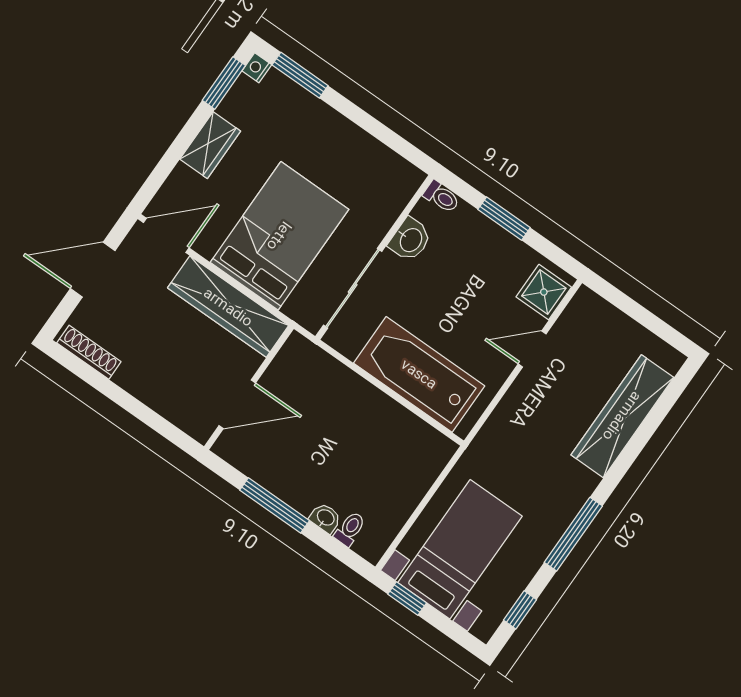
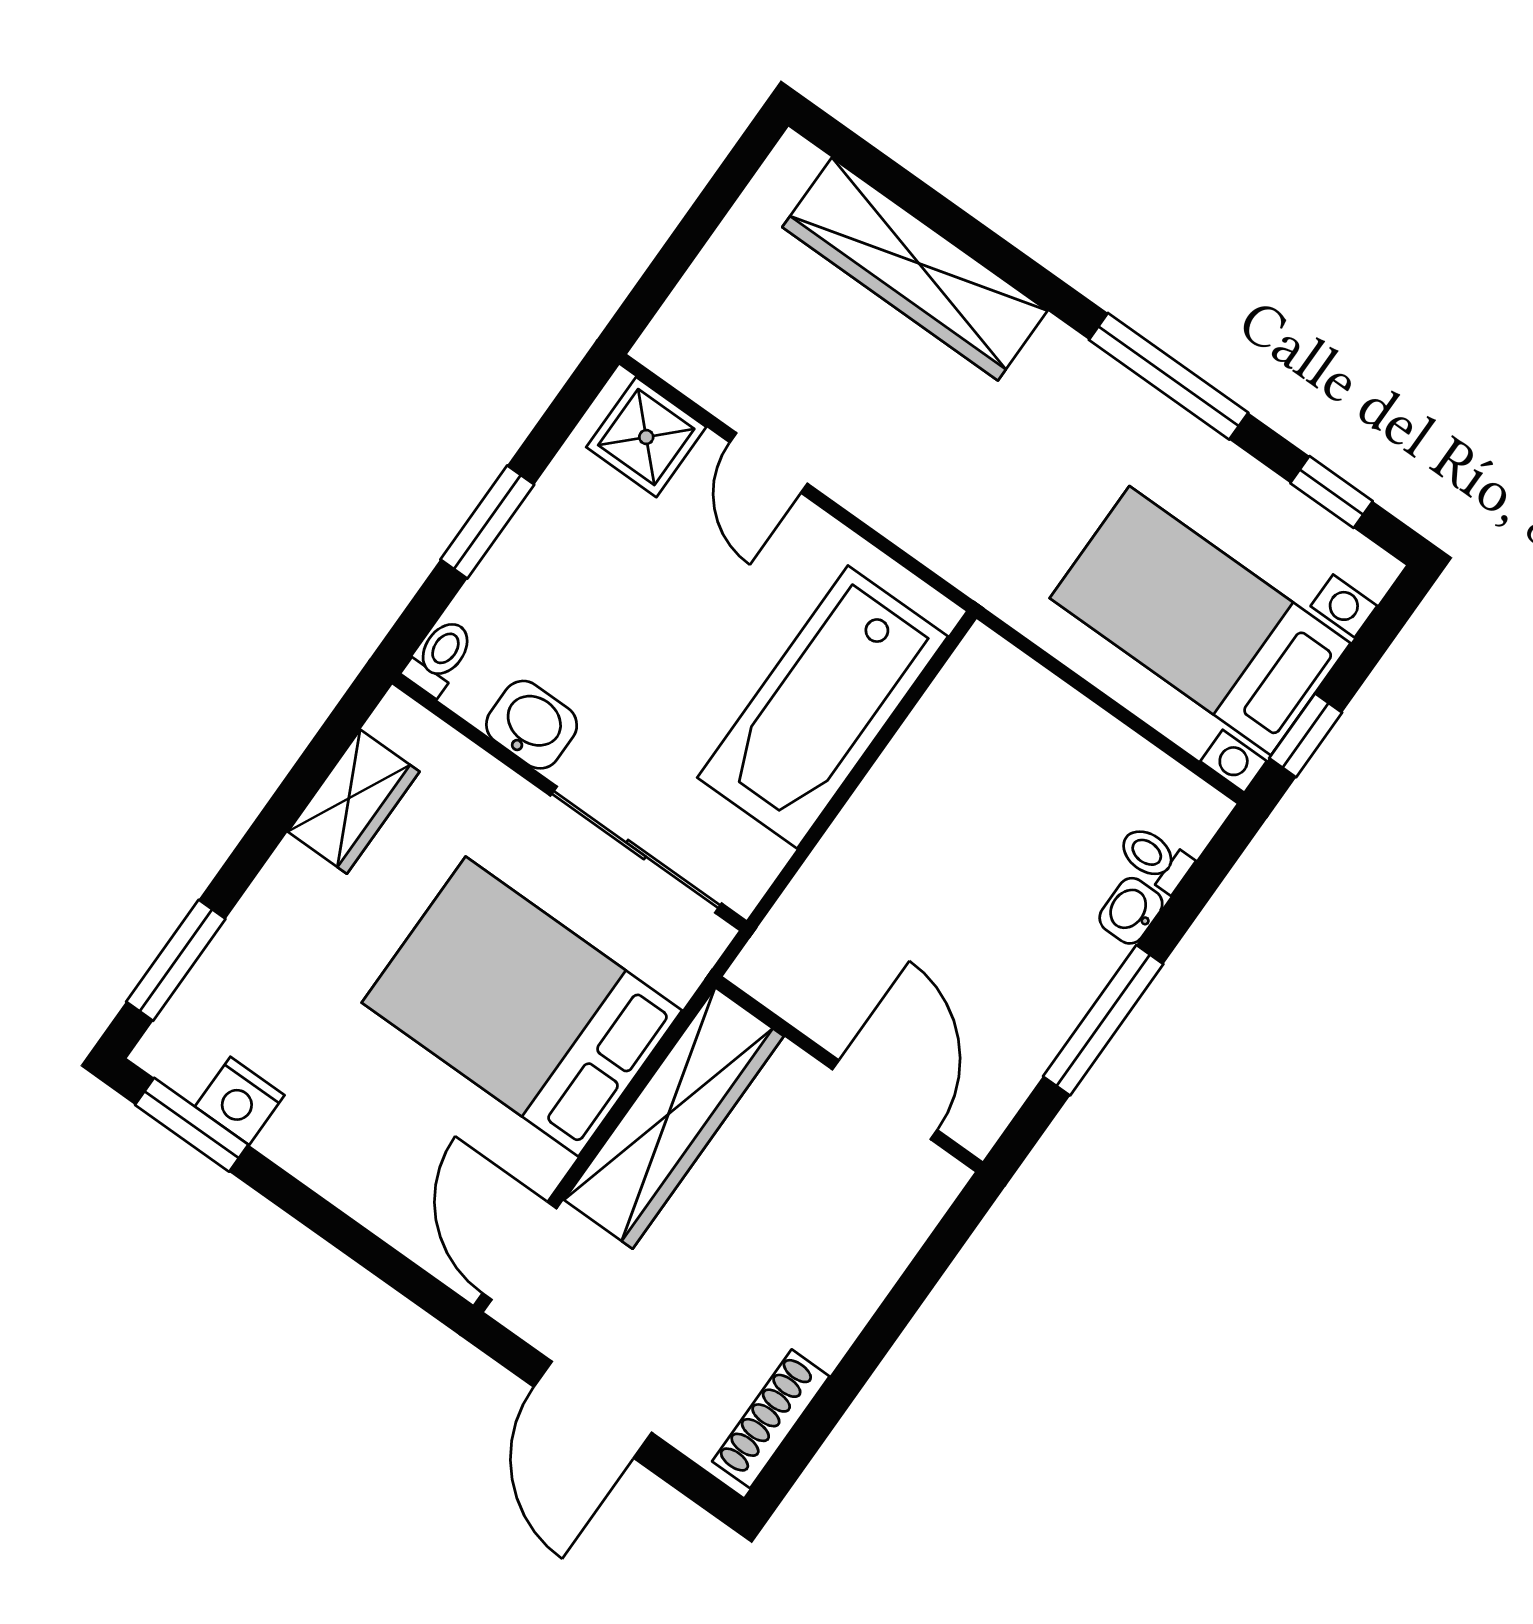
nightstand: (257, 68) -> (240, 1101), moved, width x1.39, depth x1.35
wardrobe: (210, 145) -> (354, 802), moved, turned 90

